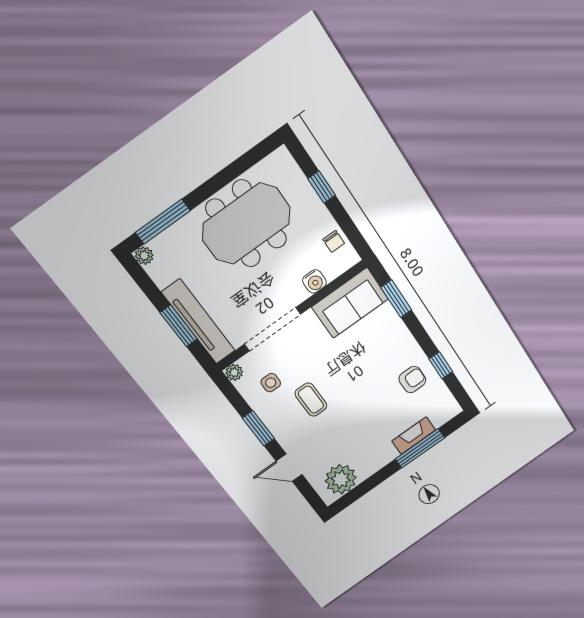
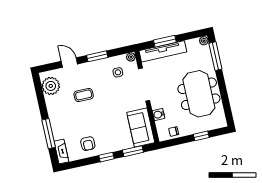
window: (441, 365) -> (106, 157), moved
coffee table: (311, 400) -> (84, 95), moved
fireplace: (414, 436) -> (61, 152), moved
door: (289, 468) -> (69, 63), hinge flipped

